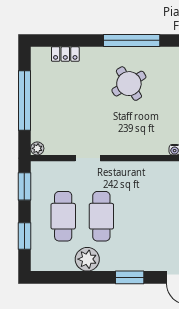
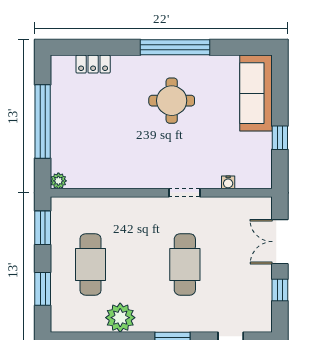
round table: (129, 84) -> (172, 101), turned 32
doorway: (88, 158) -> (184, 193), moved
cafe table: (101, 216) -> (185, 264), moved

